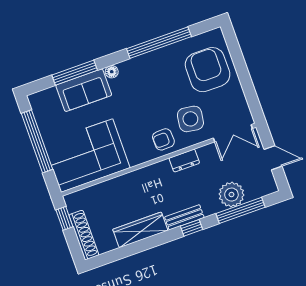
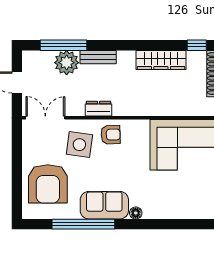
window: (75, 73) -> (170, 224), removed
sofa: (84, 90) -> (104, 205), moved
bench: (184, 217) -> (98, 57), moved
window: (192, 228) -> (197, 45), moved

